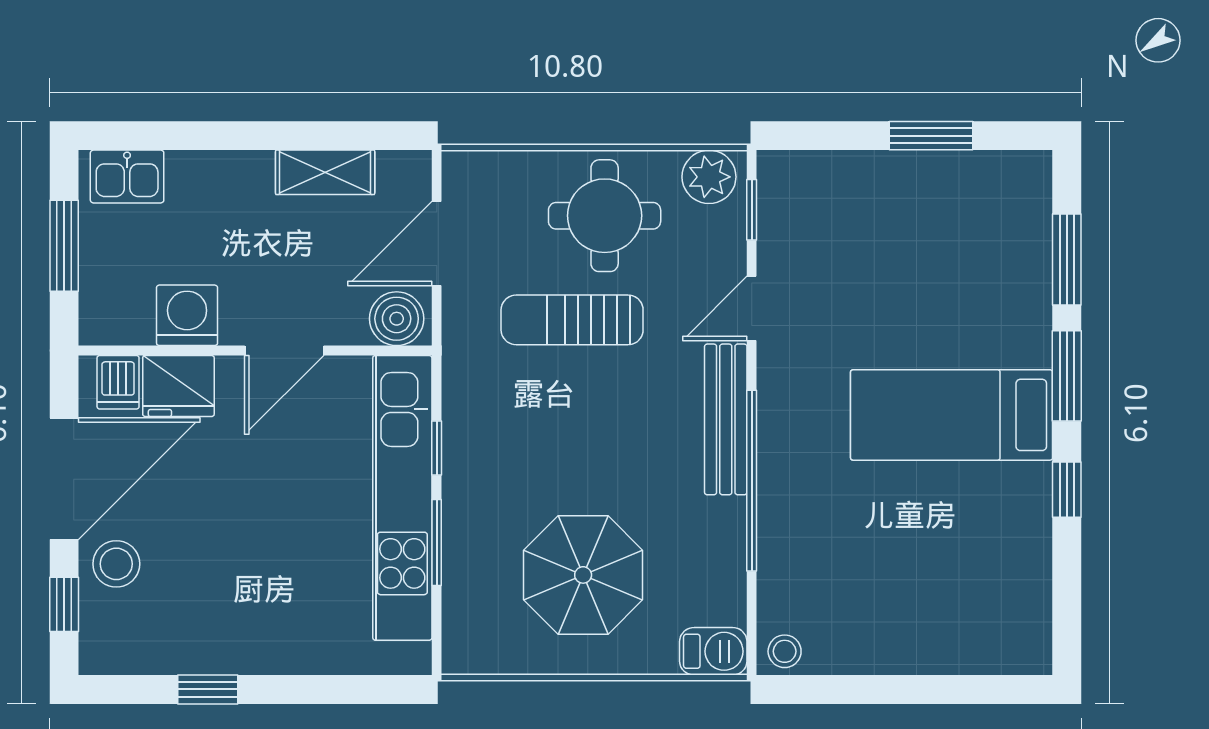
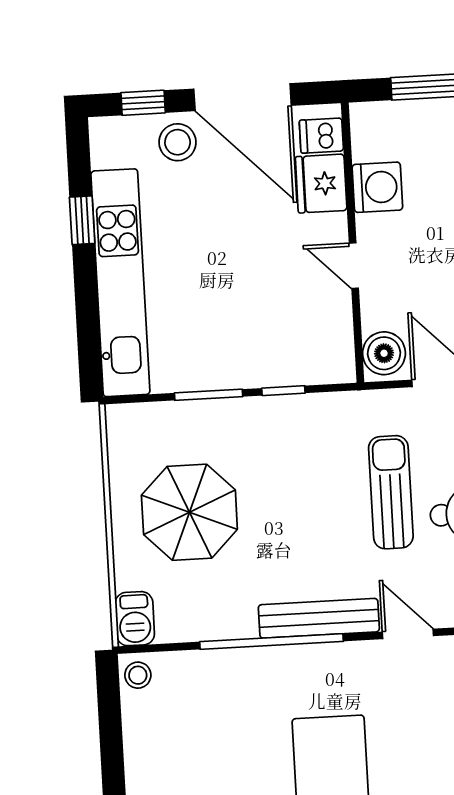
door: (284, 350) -> (354, 266), width x0.73
kitchen unit: (402, 498) -> (120, 283), moved, turned 90

